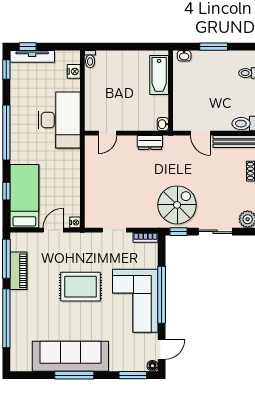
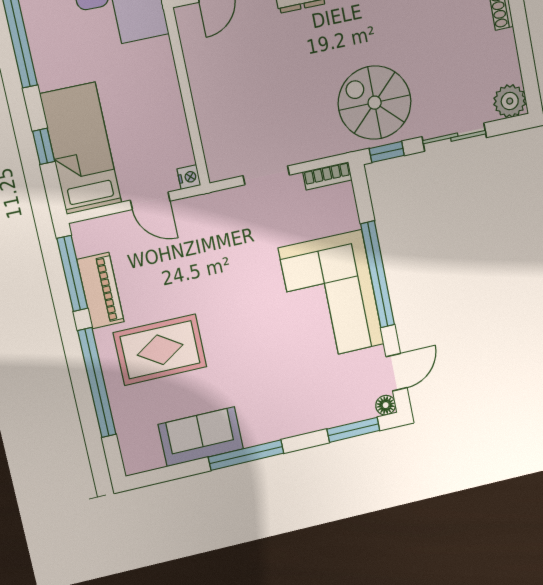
spiral stairs: (177, 205) -> (375, 103), turned -90
door: (53, 230) -> (150, 201), swing flipped
rug: (81, 287) -> (160, 350), moved
sofa: (70, 356) -> (201, 437), width x0.54, depth x0.79

